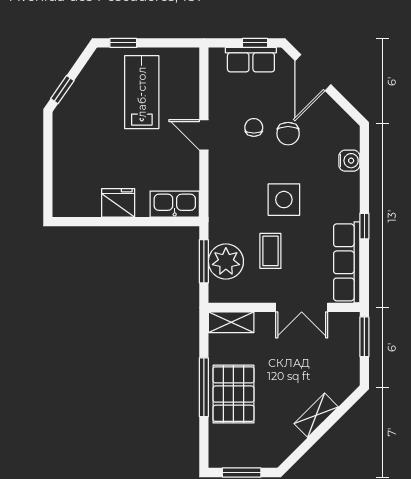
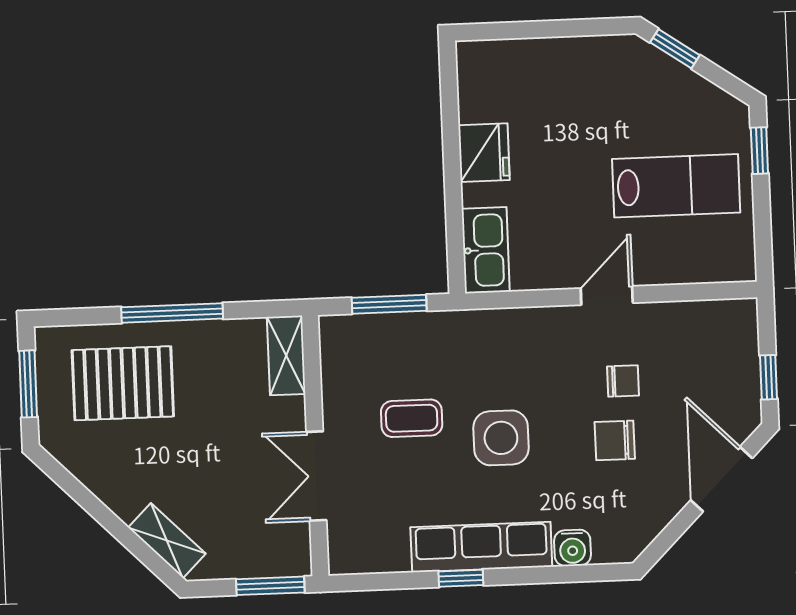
row of seats: (251, 60) -> (739, 371), removed
door: (313, 73) -> (722, 479), hinge flipped
plant: (226, 261) -> (390, 342), removed
row of seats: (347, 262) -> (481, 547), moved
pallet: (233, 394) -> (123, 383), moved
shelving: (316, 415) -> (167, 541), moved

